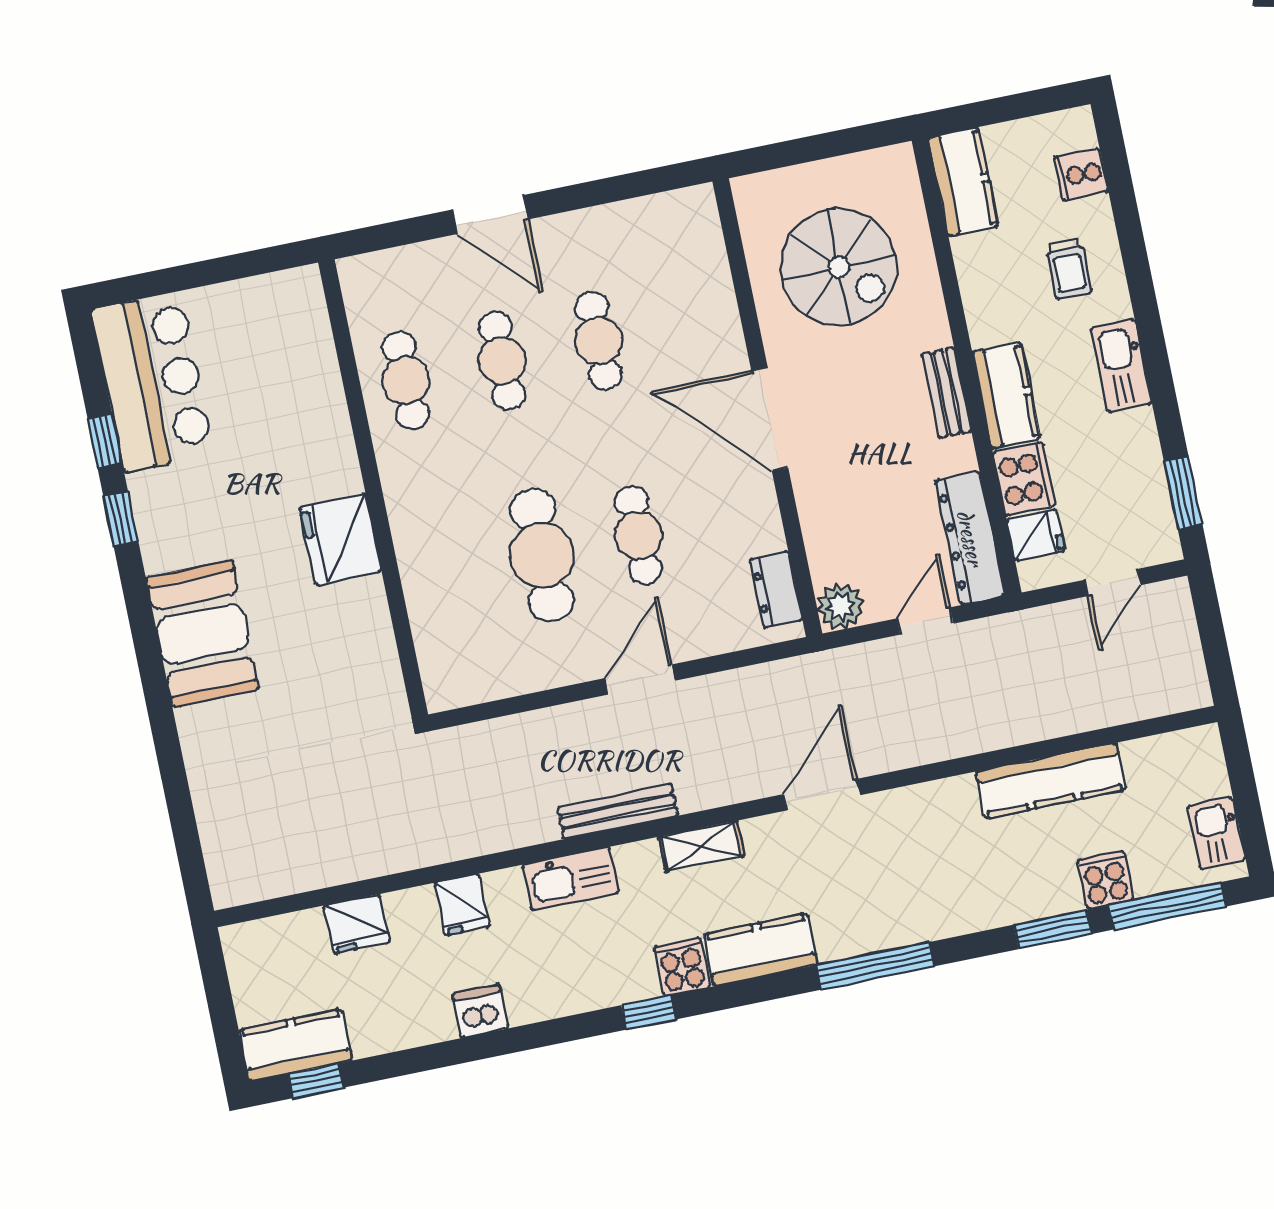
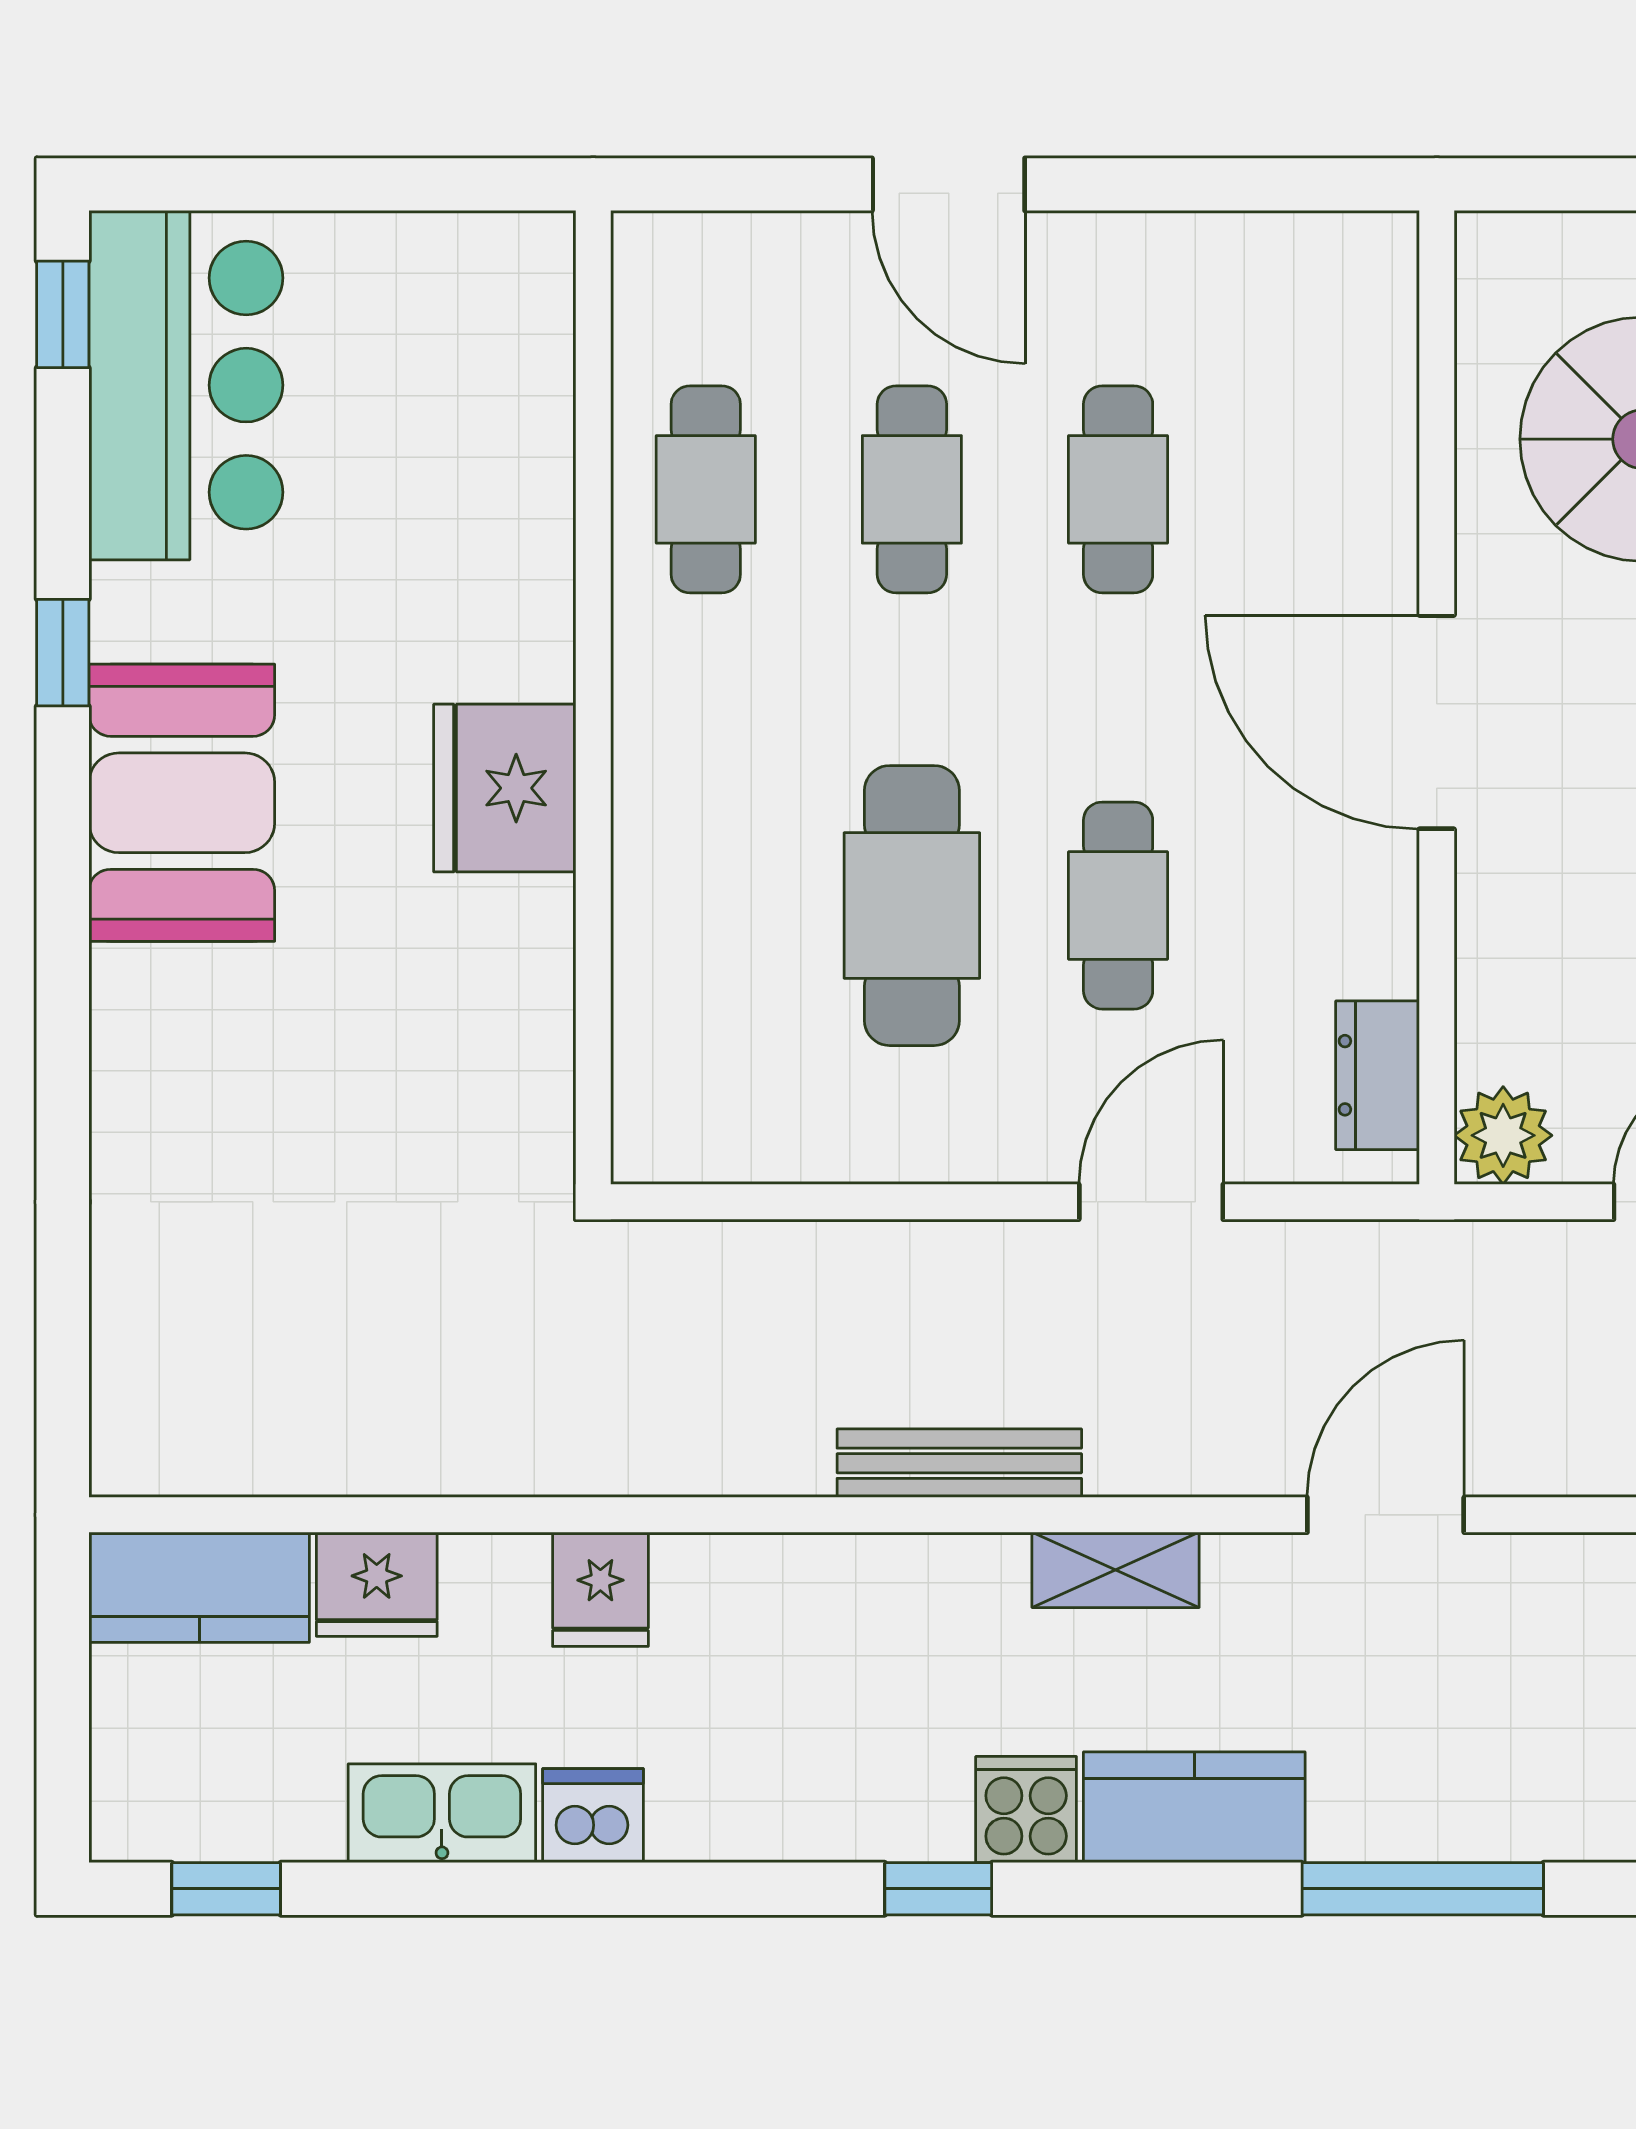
window: (105, 441) -> (63, 314), moved
booth: (202, 634) -> (182, 803), moved
door: (640, 679) -> (1151, 1202), moved
kitchen sink: (571, 879) -> (442, 1813), moved, turned 180
kitchen counter: (295, 1045) -> (199, 1587), moved, turned 180

